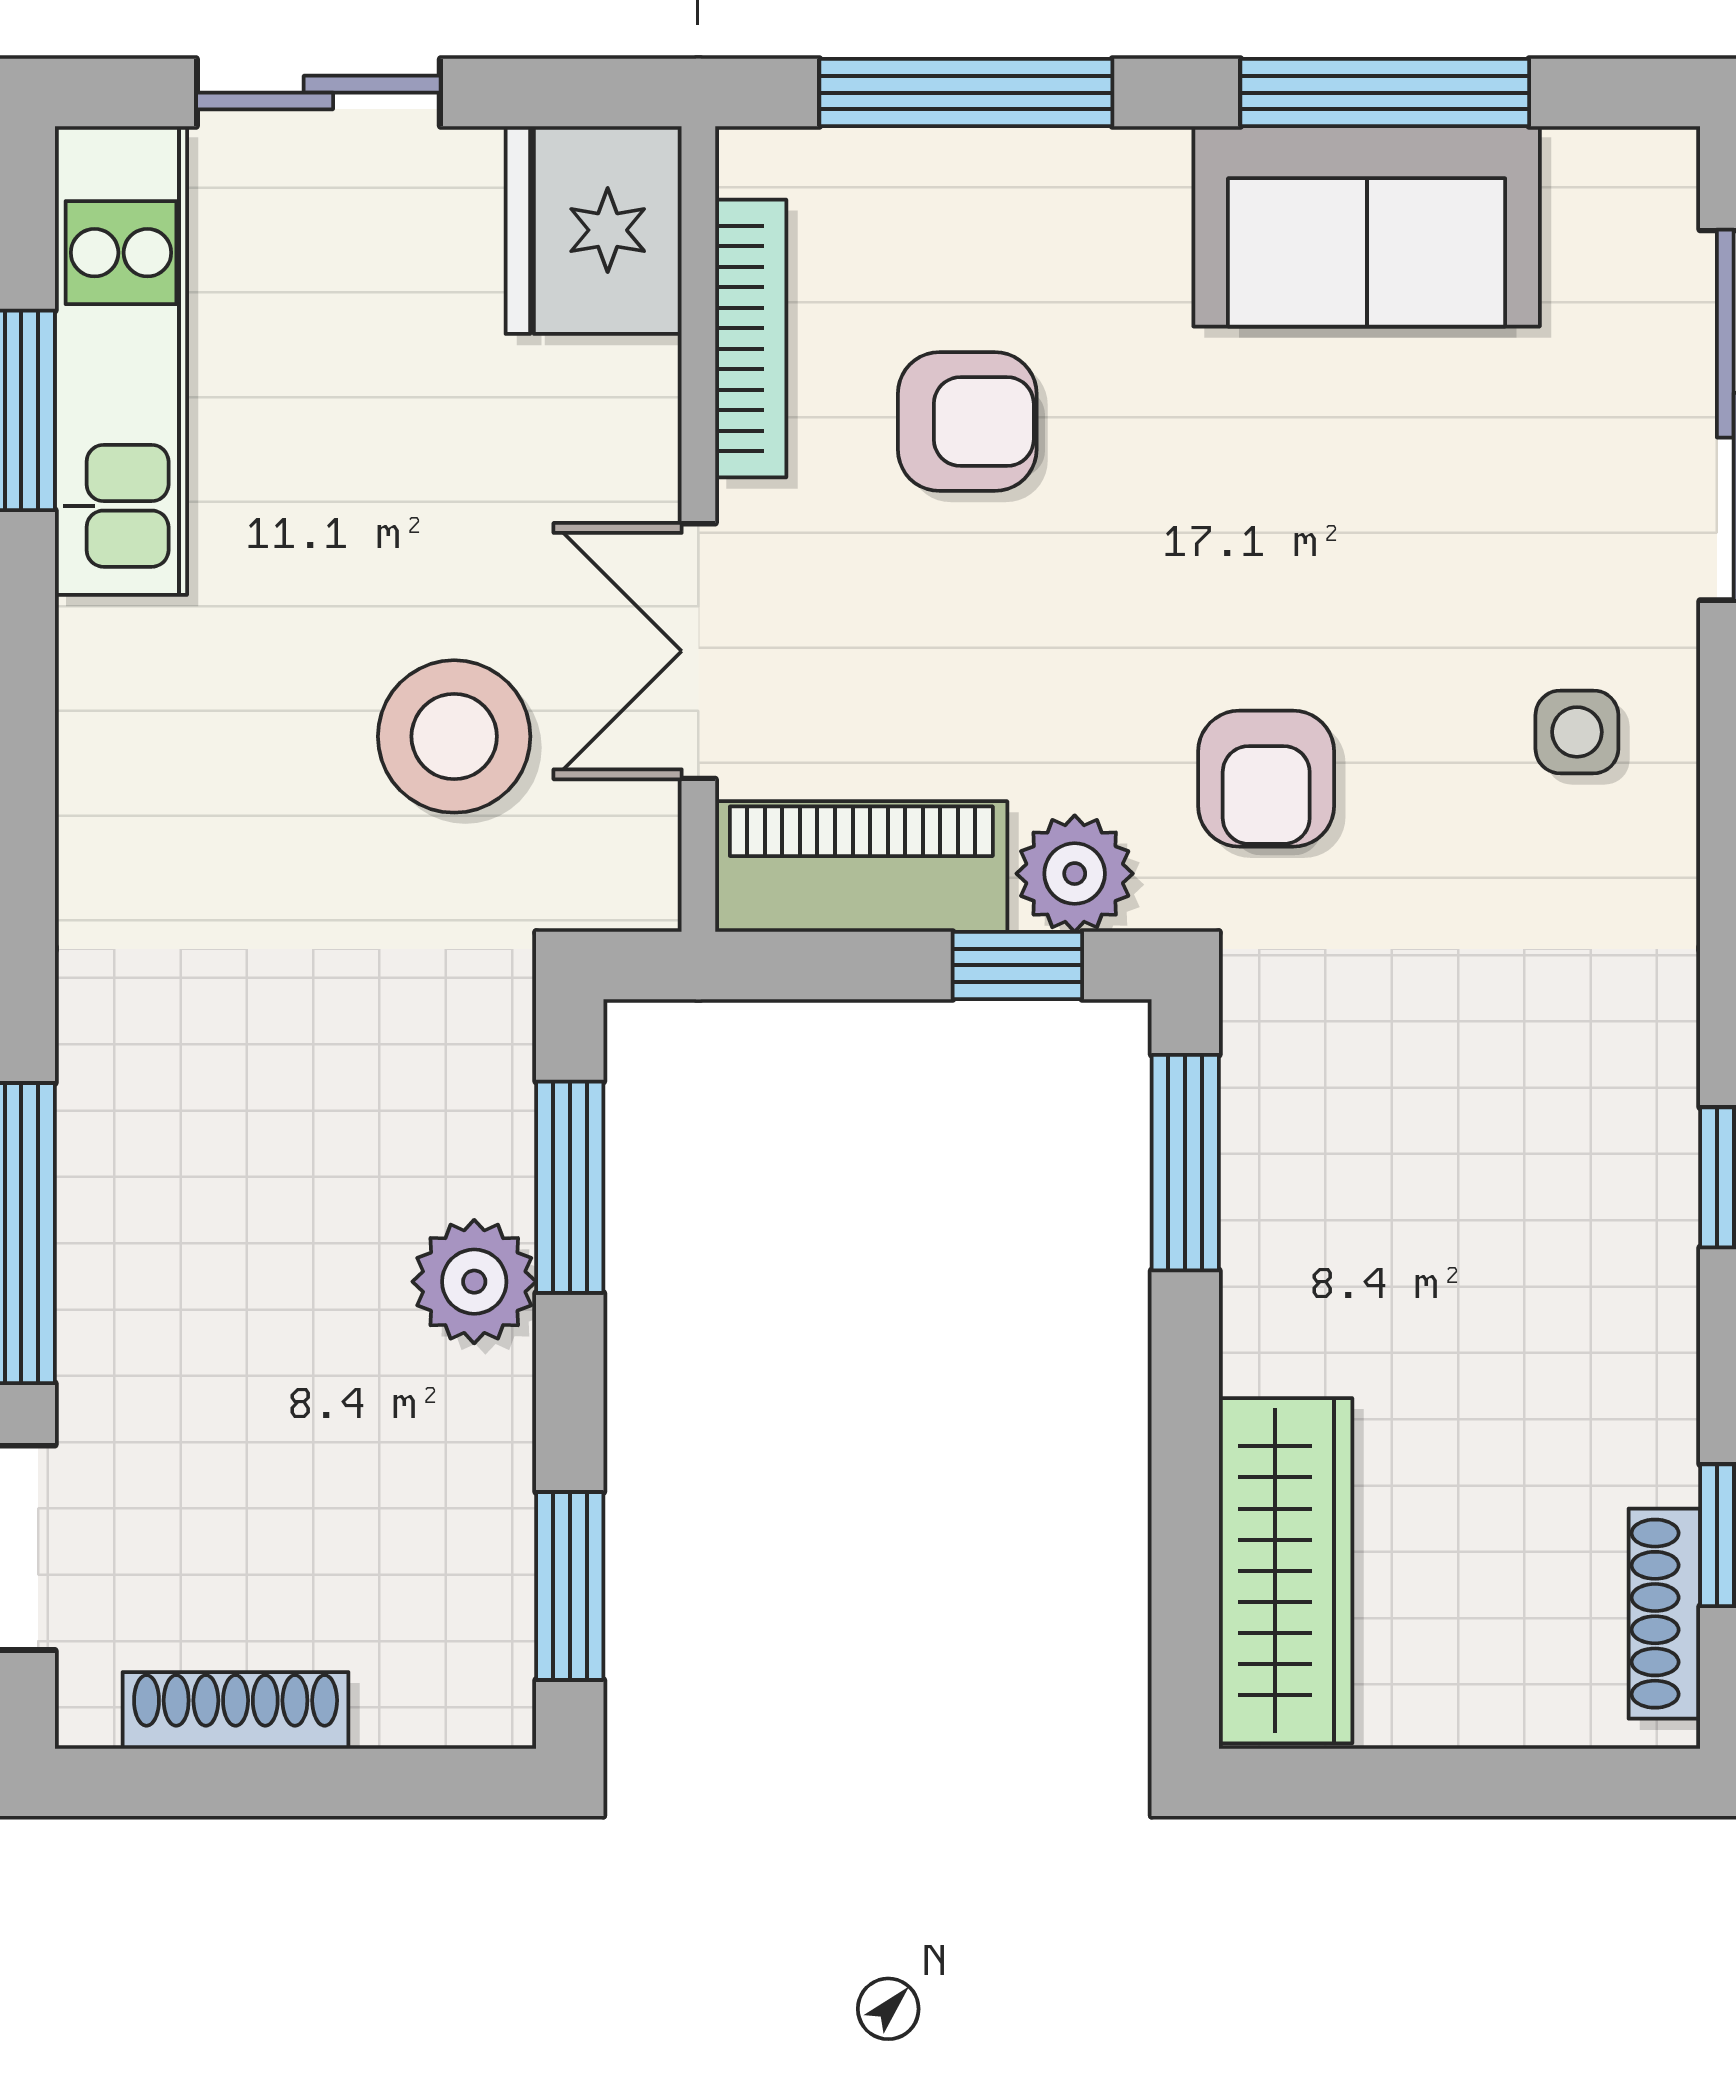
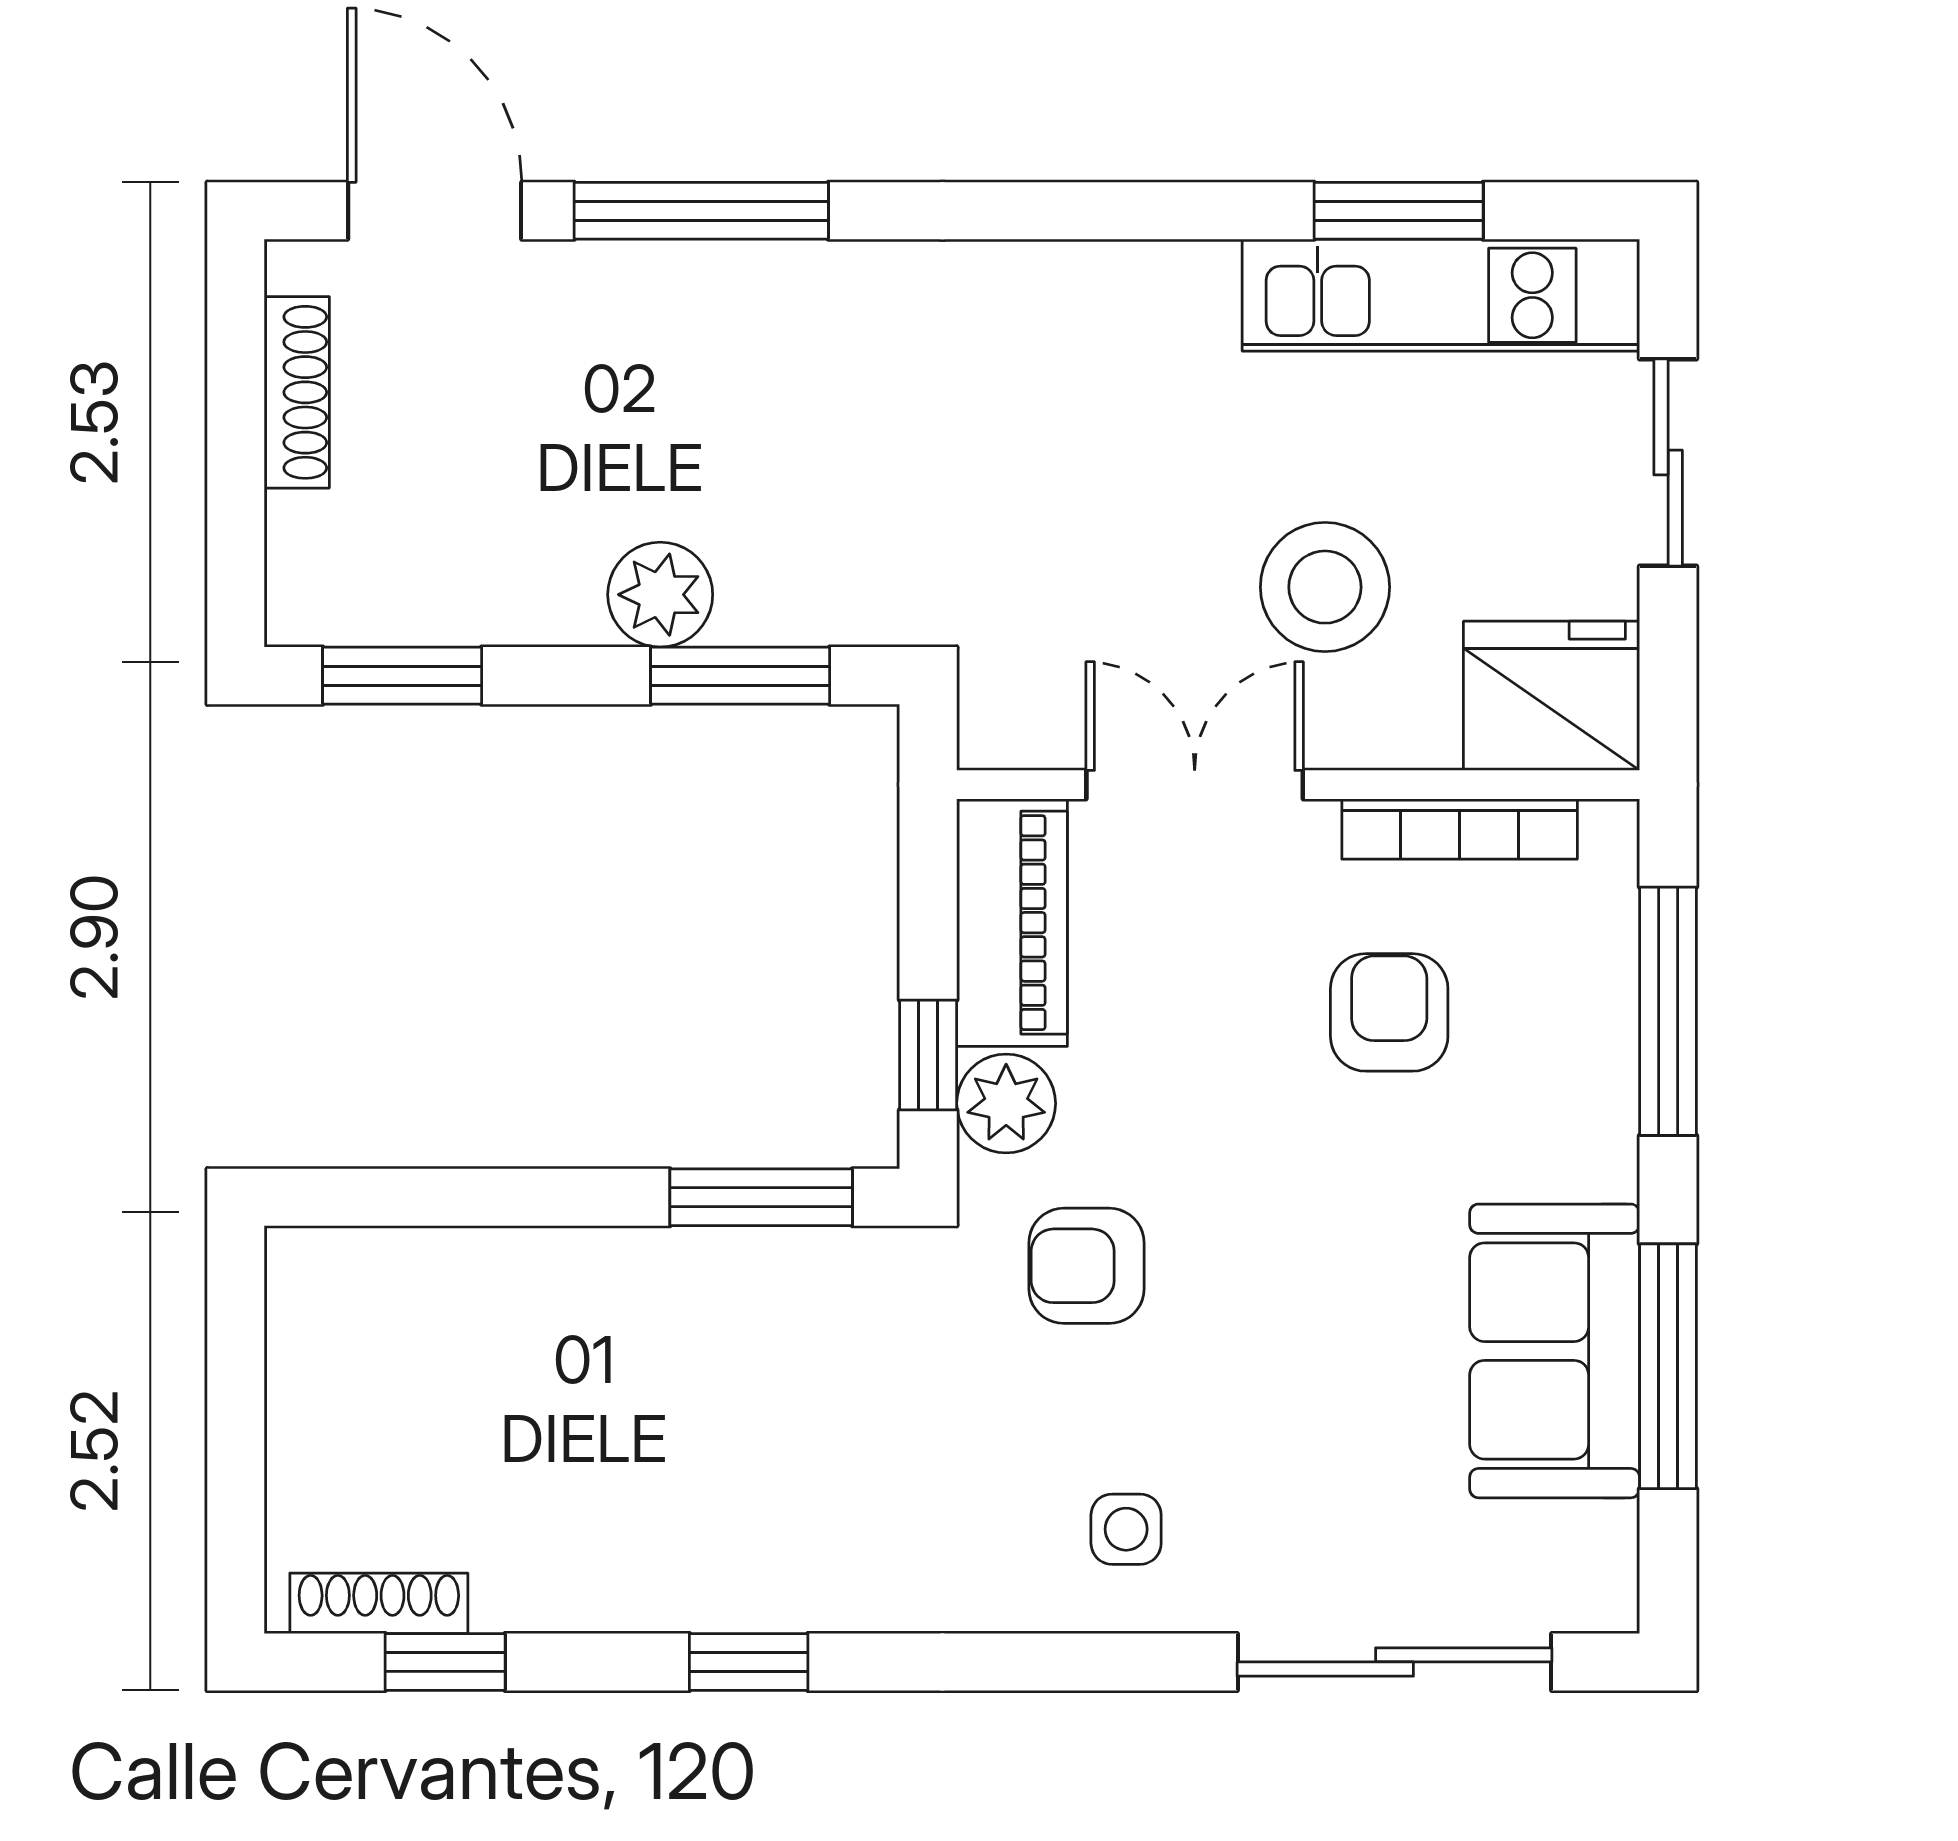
armchair: (967, 422) -> (1389, 1012), turned 180
stool: (454, 736) -> (1325, 587), moved
wardrobe: (1286, 1571) -> (415, 1282), removed

